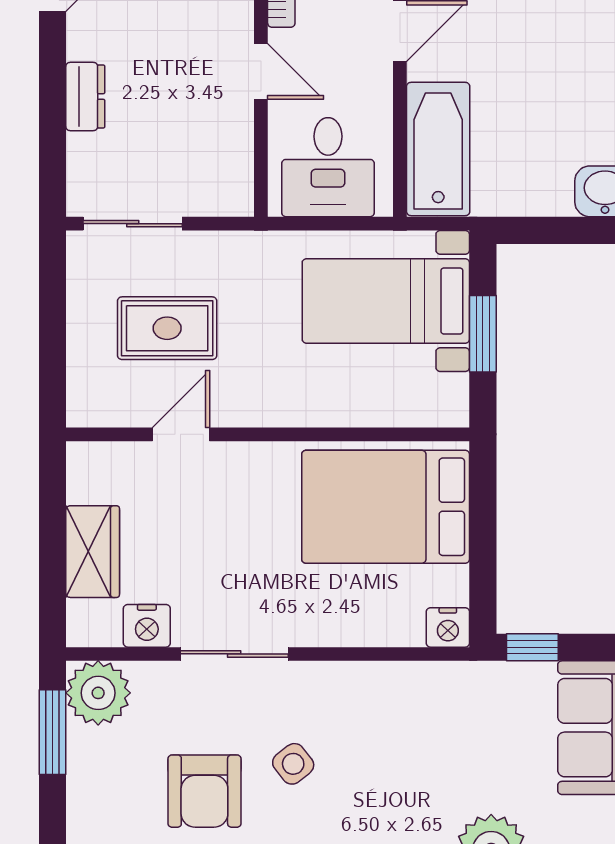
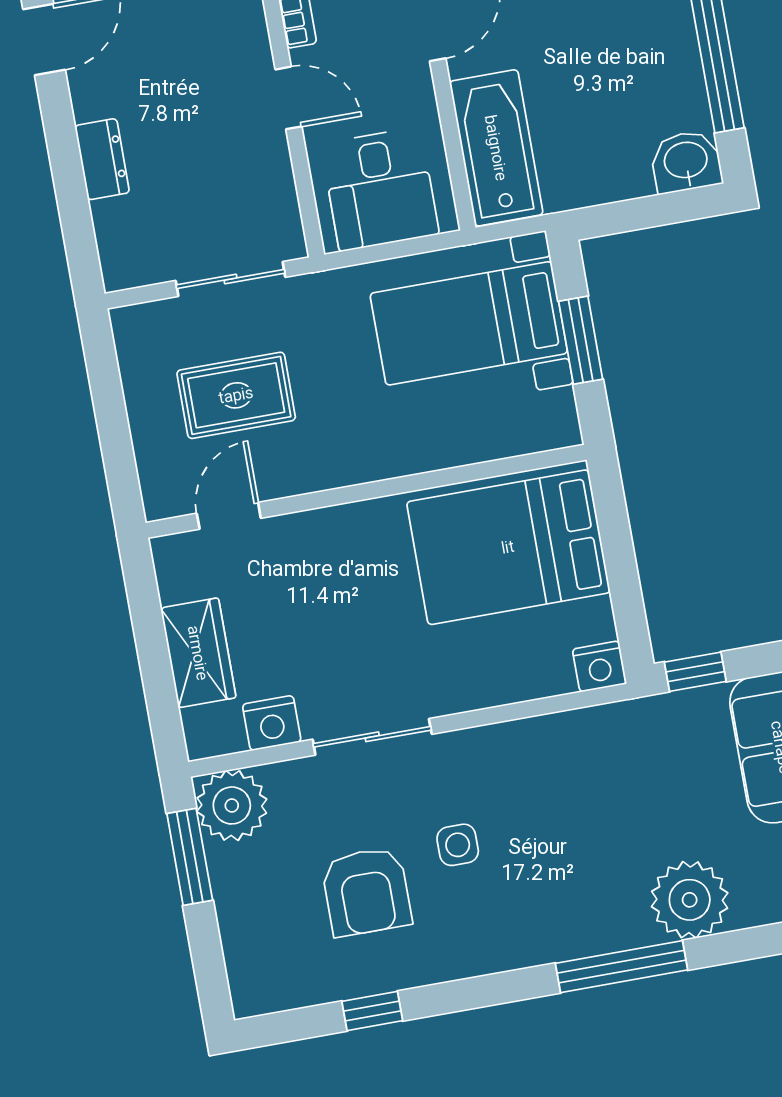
sliding door: (133, 224) -> (231, 279), moved
door: (181, 434) -> (229, 516), moved
side table: (293, 764) -> (458, 845), turned 38

